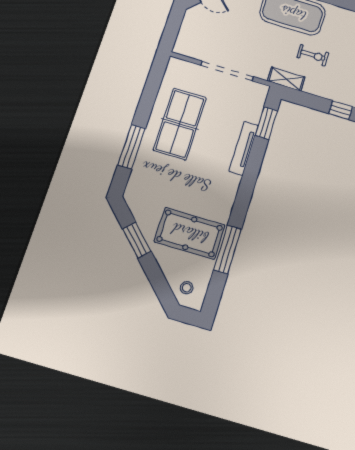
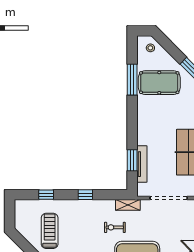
window: (266, 123) -> (132, 160), moved
tv unit: (244, 148) -> (142, 164), moved

